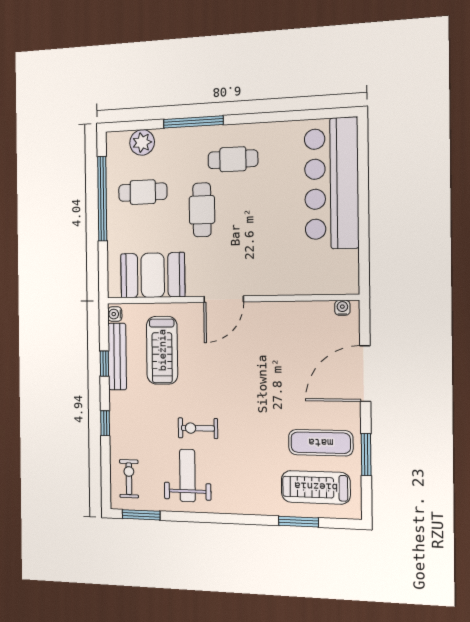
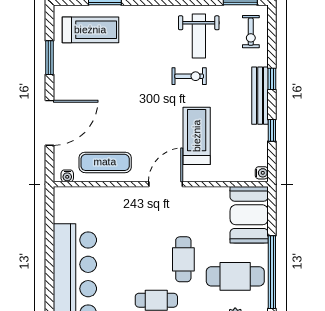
cafe table: (143, 192) -> (235, 276), width x1.37, depth x1.35
booth: (153, 275) -> (249, 215), moved, turned 90
treadmill: (162, 350) -> (197, 136), moved
bench: (117, 357) -> (260, 96), moved
exercise mat: (321, 443) -> (105, 162), moved

